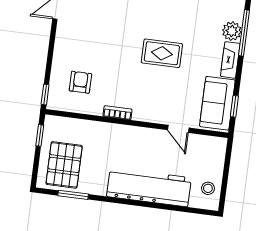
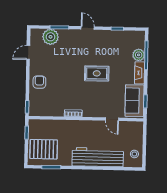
armchair: (80, 82) -> (39, 82), moved
pallet: (64, 165) -> (44, 149), turned 90

